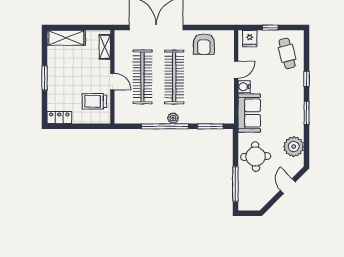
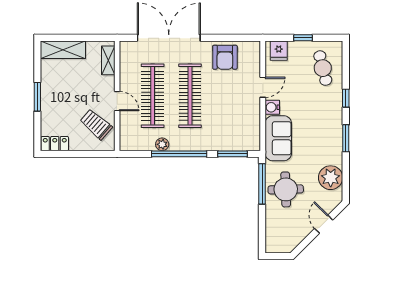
trolley: (94, 101) -> (96, 124), turned 41
plant: (173, 118) -> (162, 144), moved
window: (235, 184) -> (262, 184), moved

